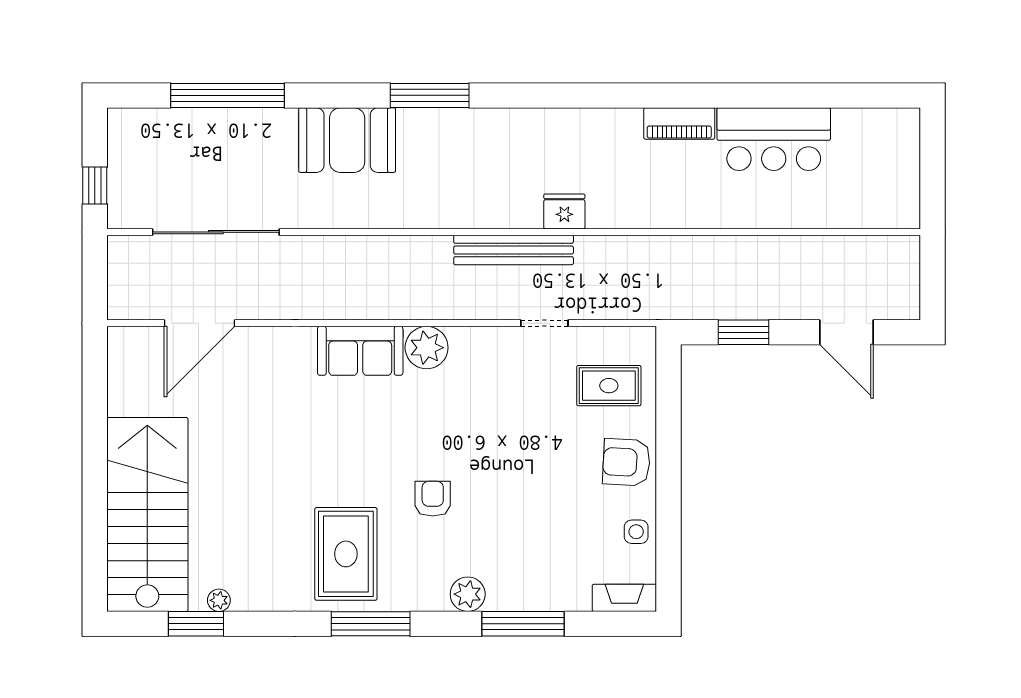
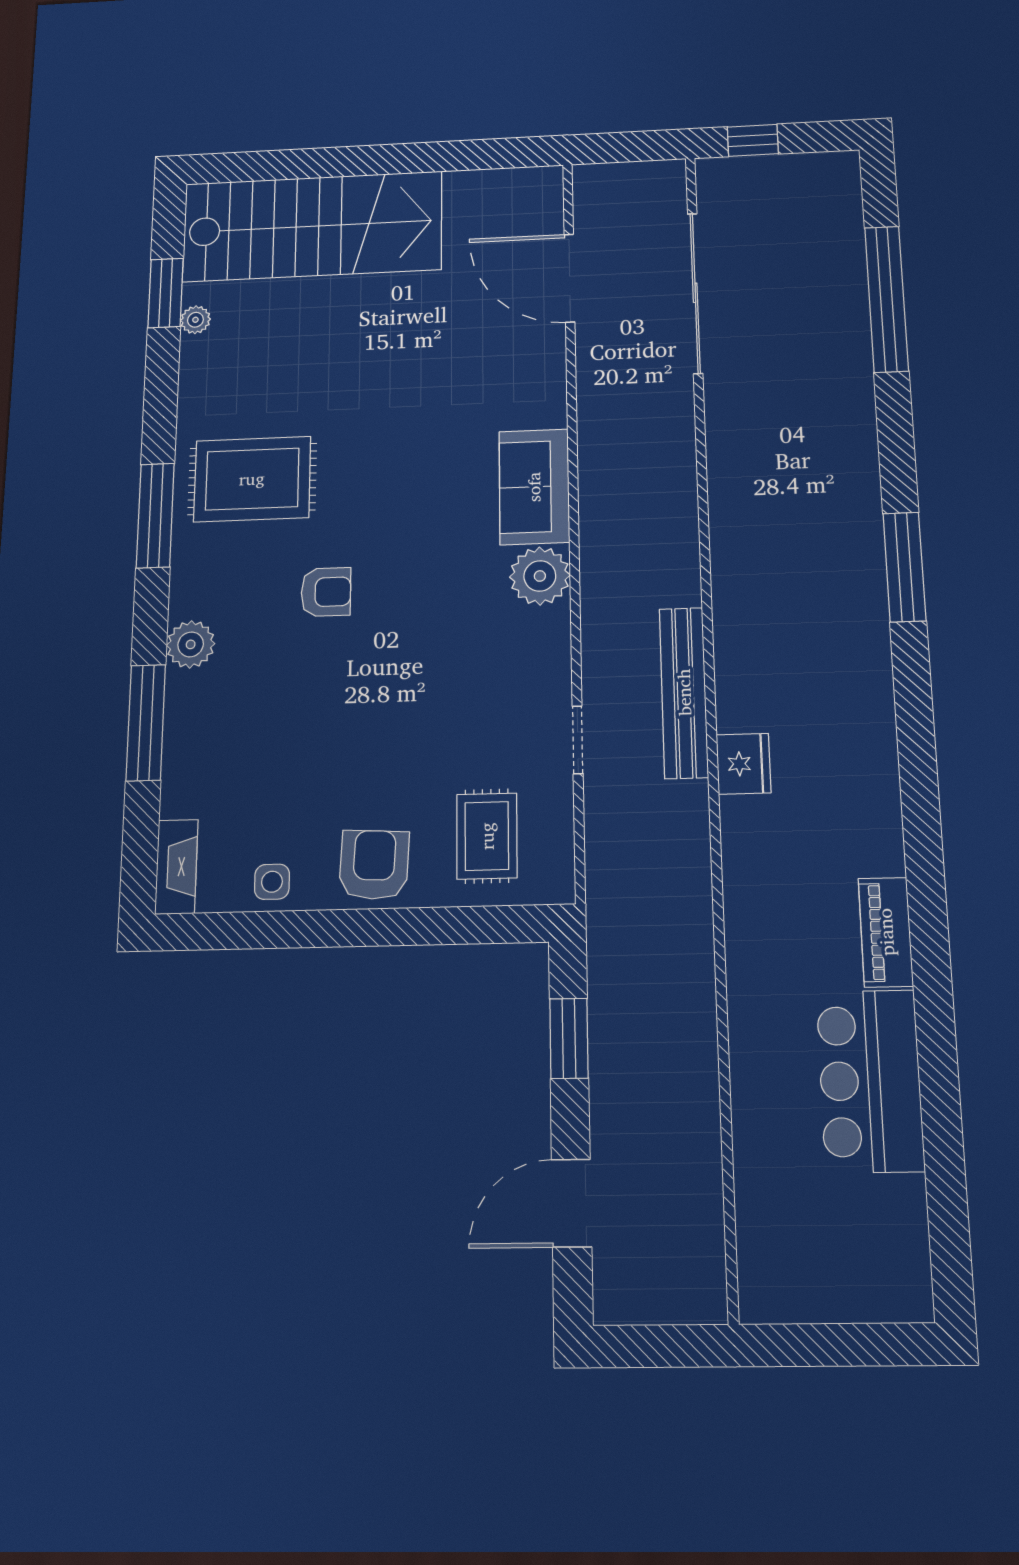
booth: (347, 140) -> (833, 457), removed

